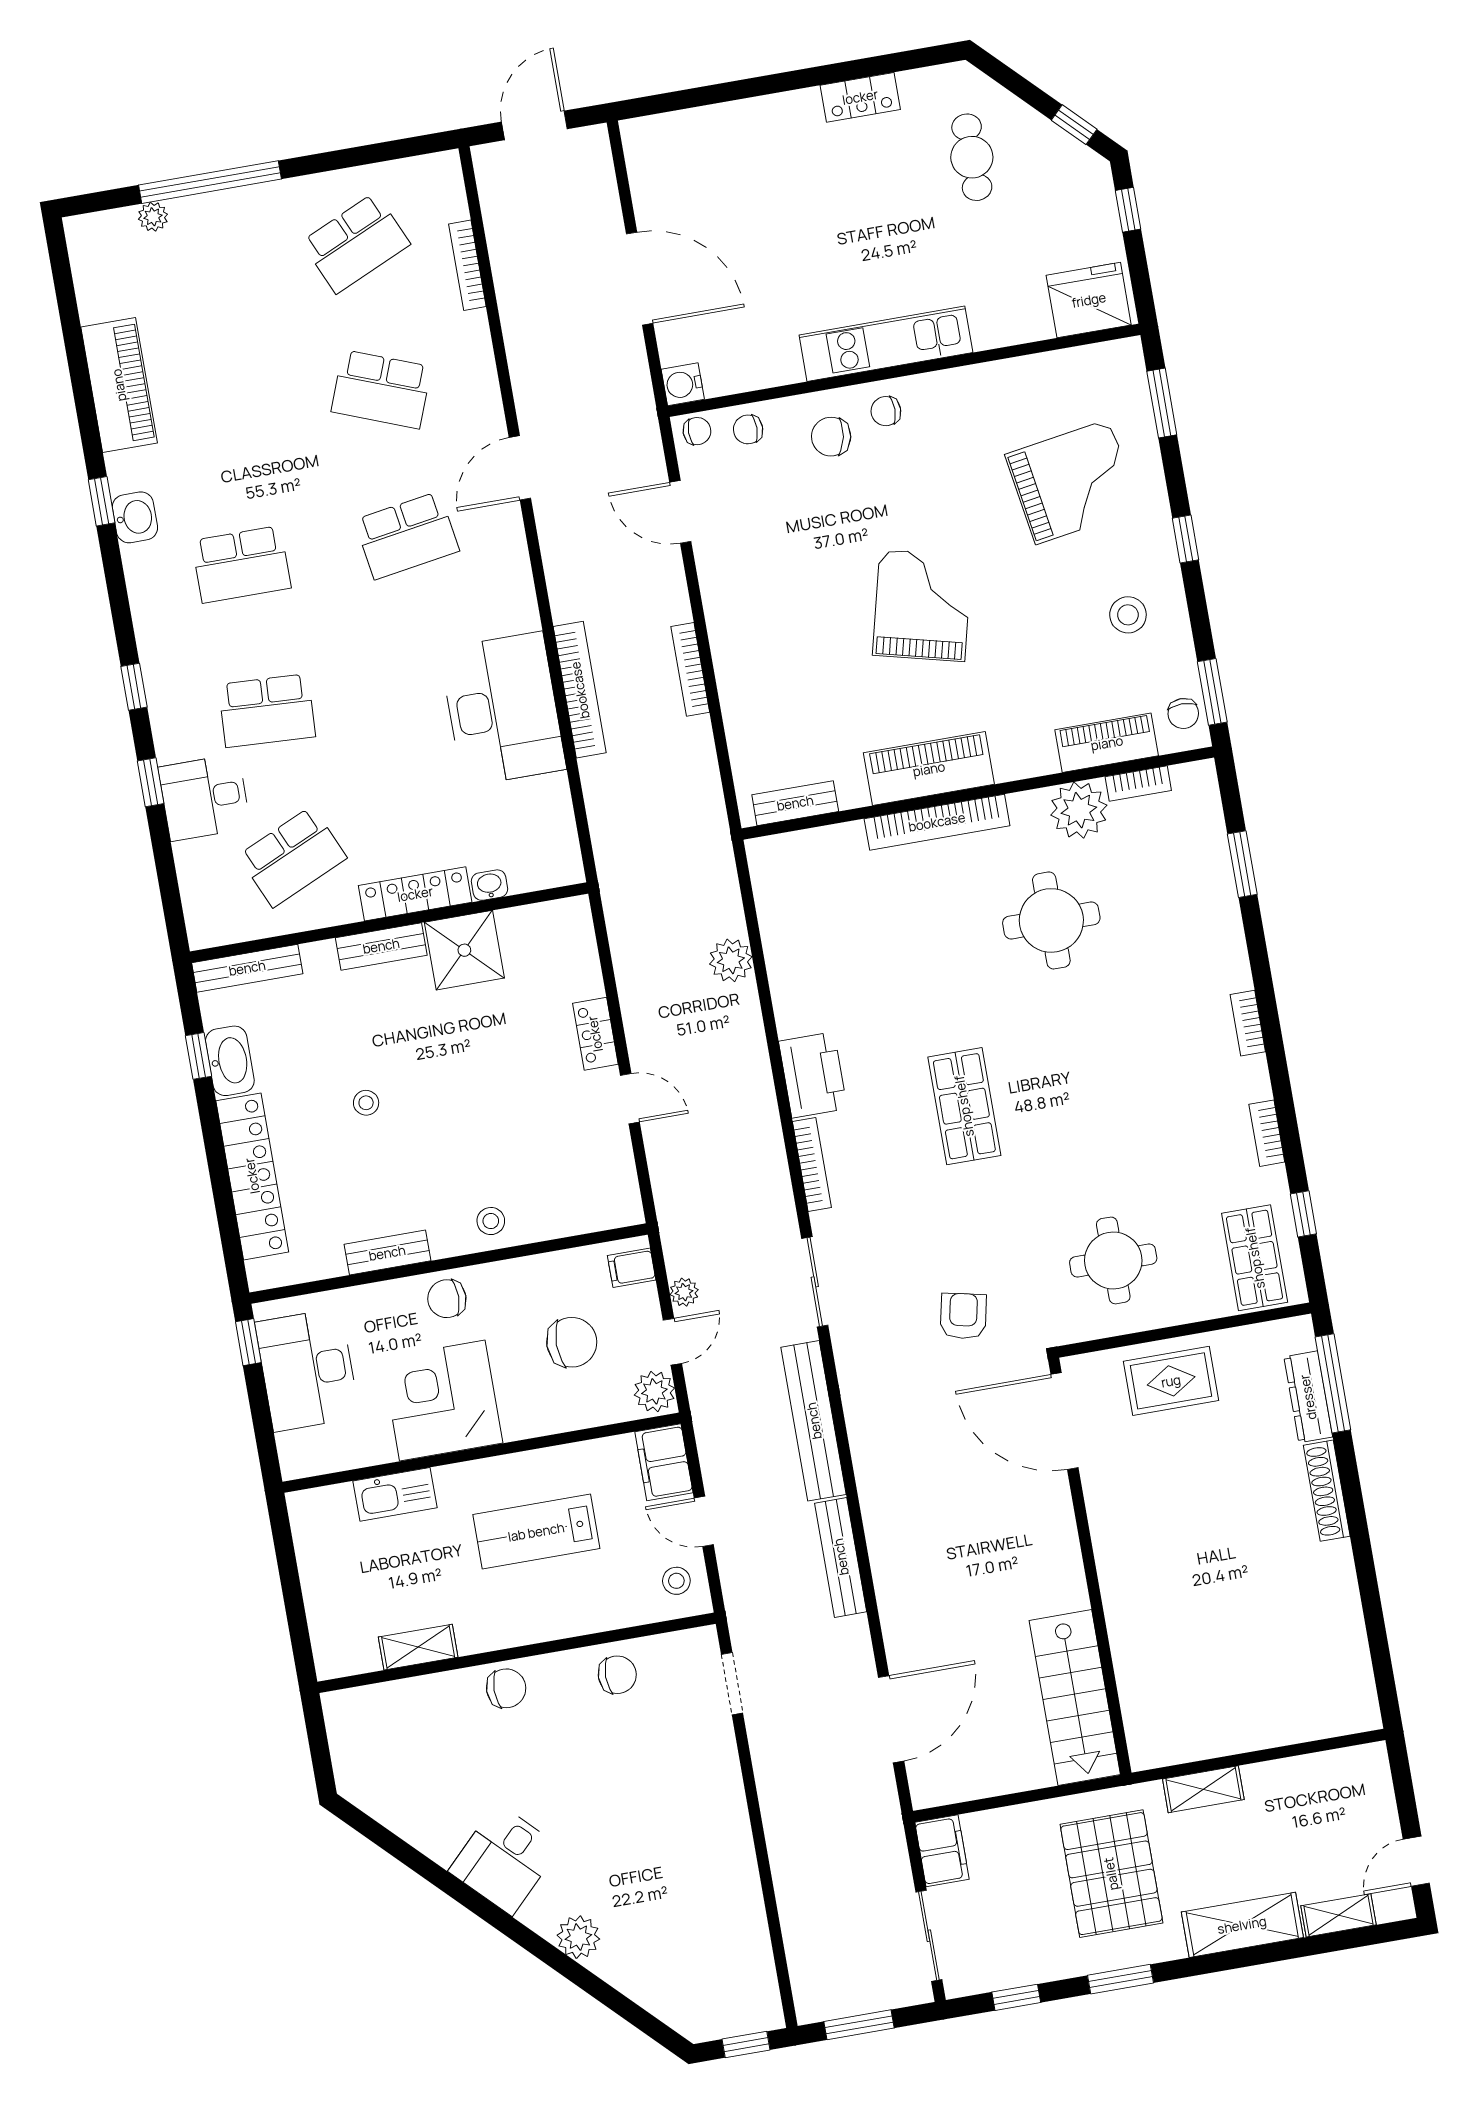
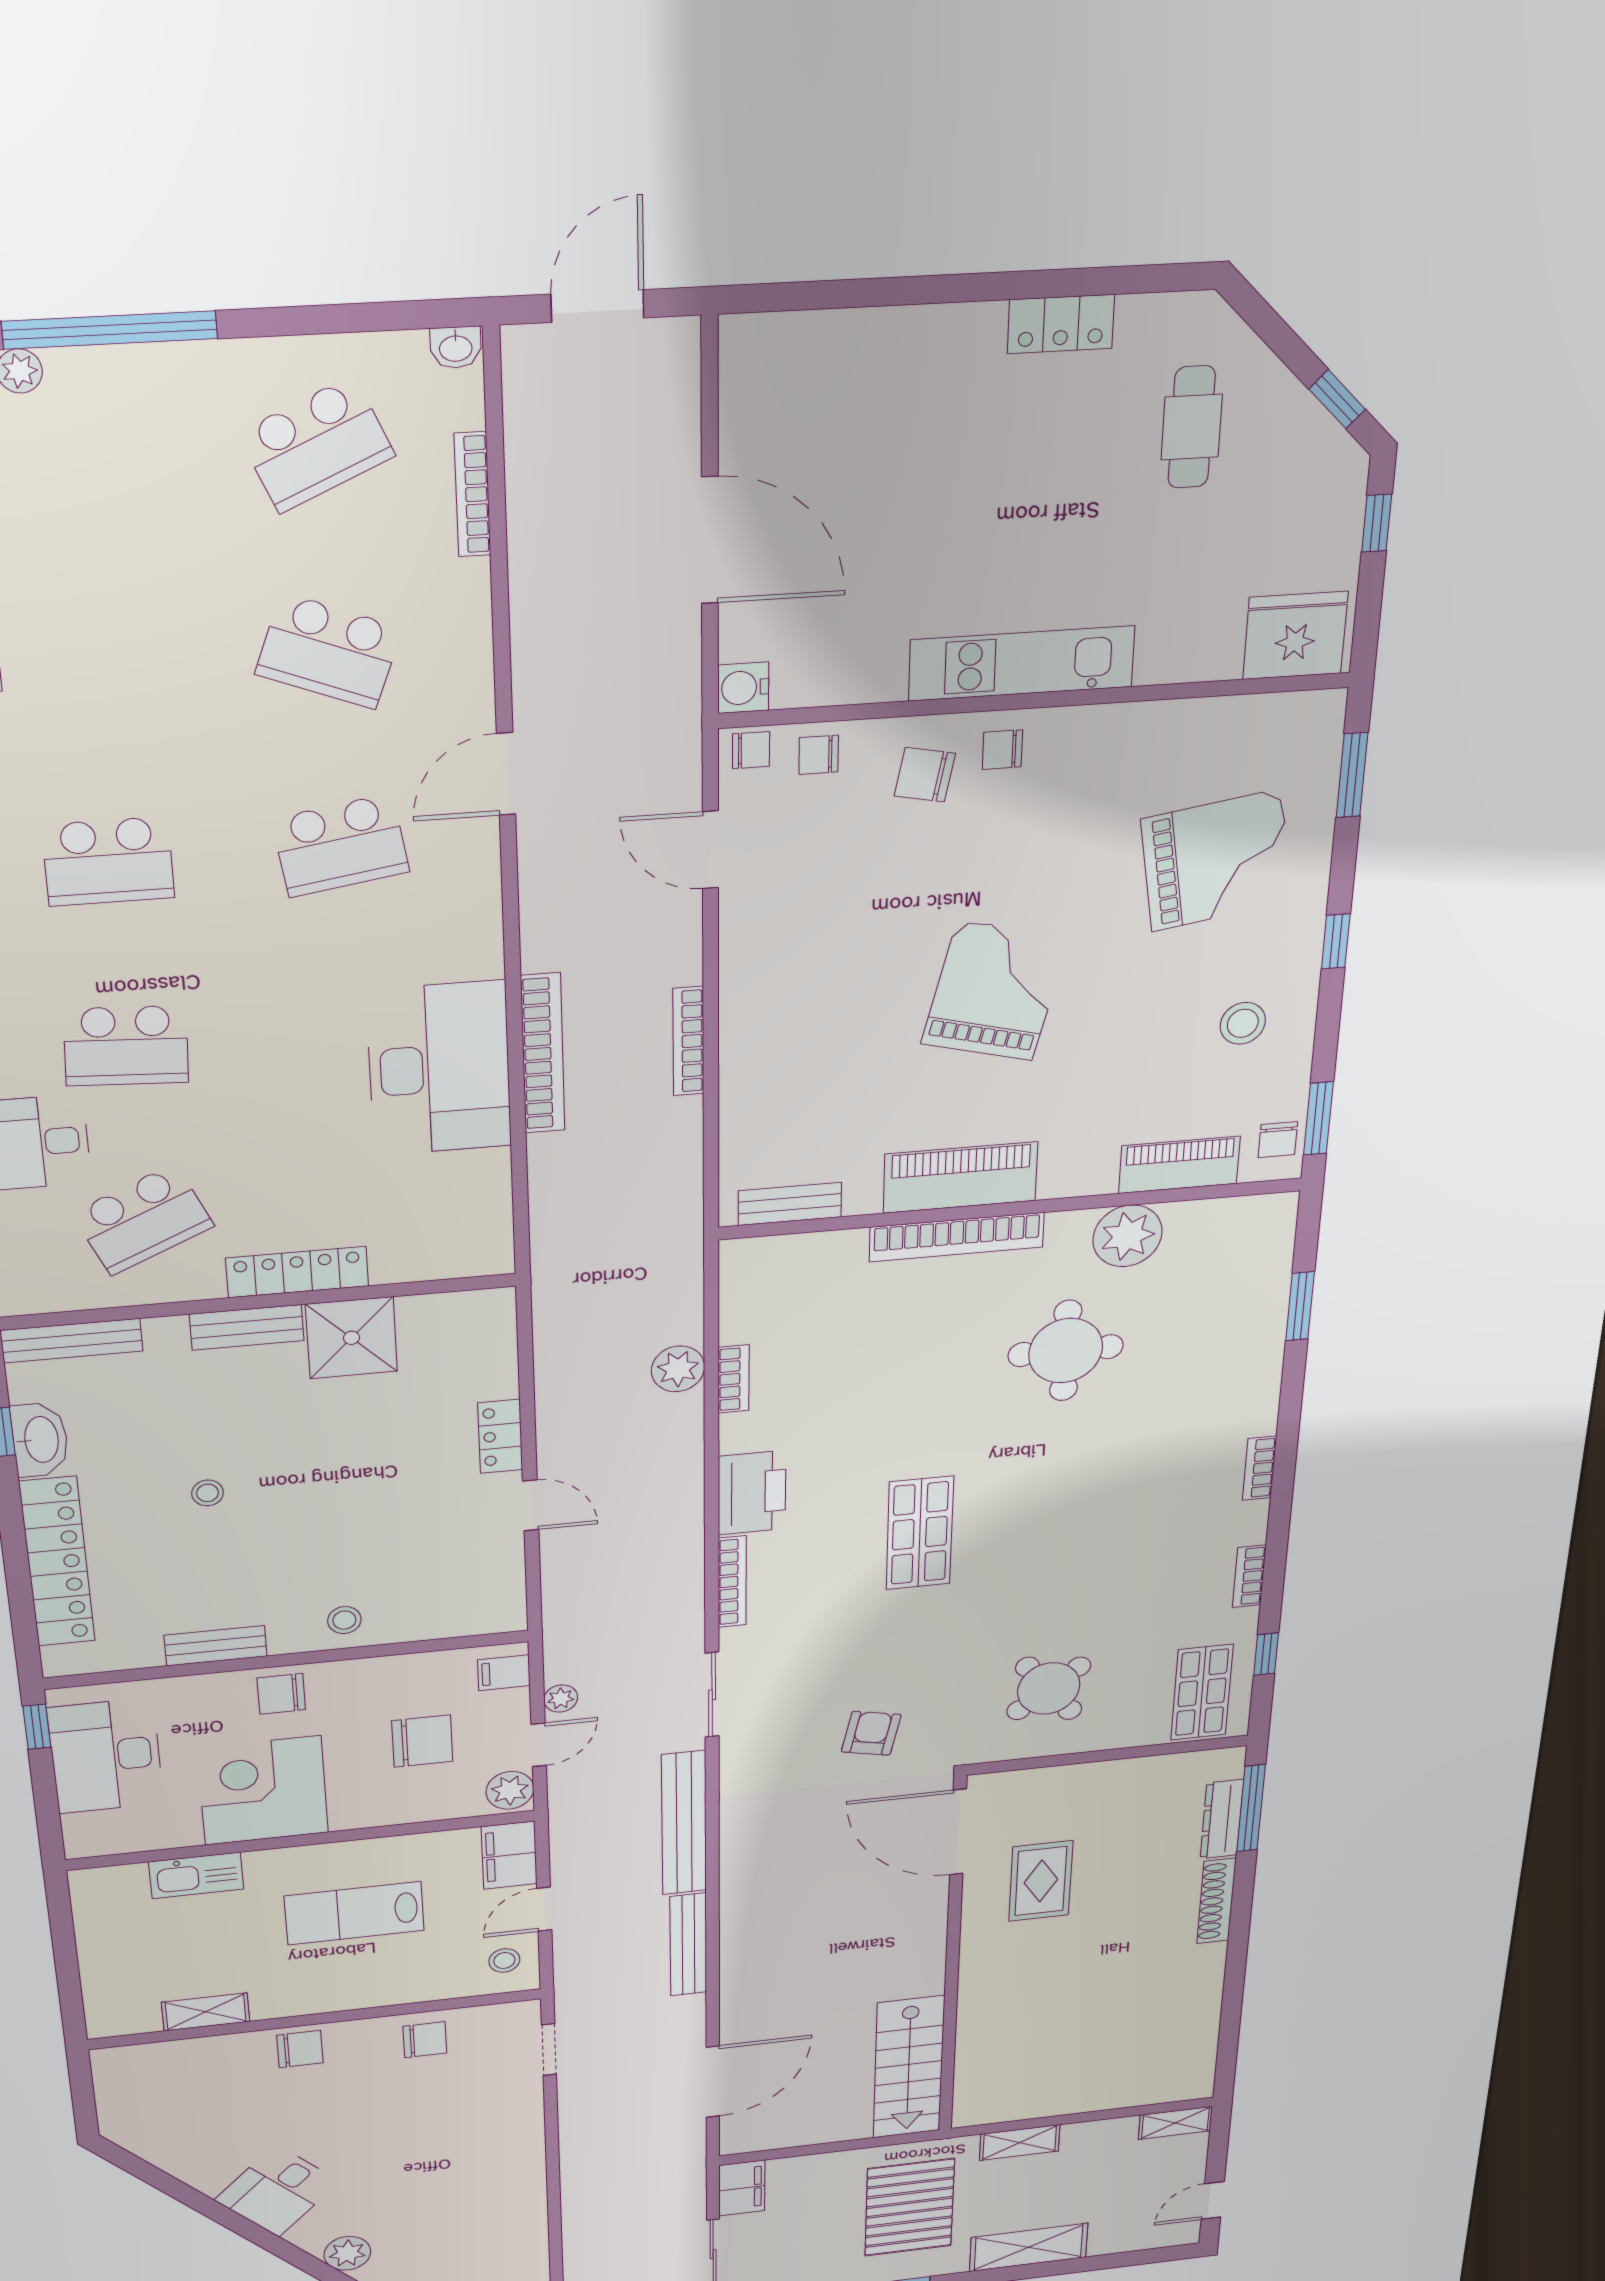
bookcase: (1138, 784) -> (734, 1379), moved, turned -90
washbasin: (489, 885) -> (456, 347), moved, turned 180
round table: (1113, 1260) -> (1049, 1688), turned -38
rug: (1171, 1381) -> (1041, 1881), moved, turned 90
door: (704, 1521) -> (544, 1909), hinge flipped
shelving: (1338, 1915) -> (1175, 2123), moved

